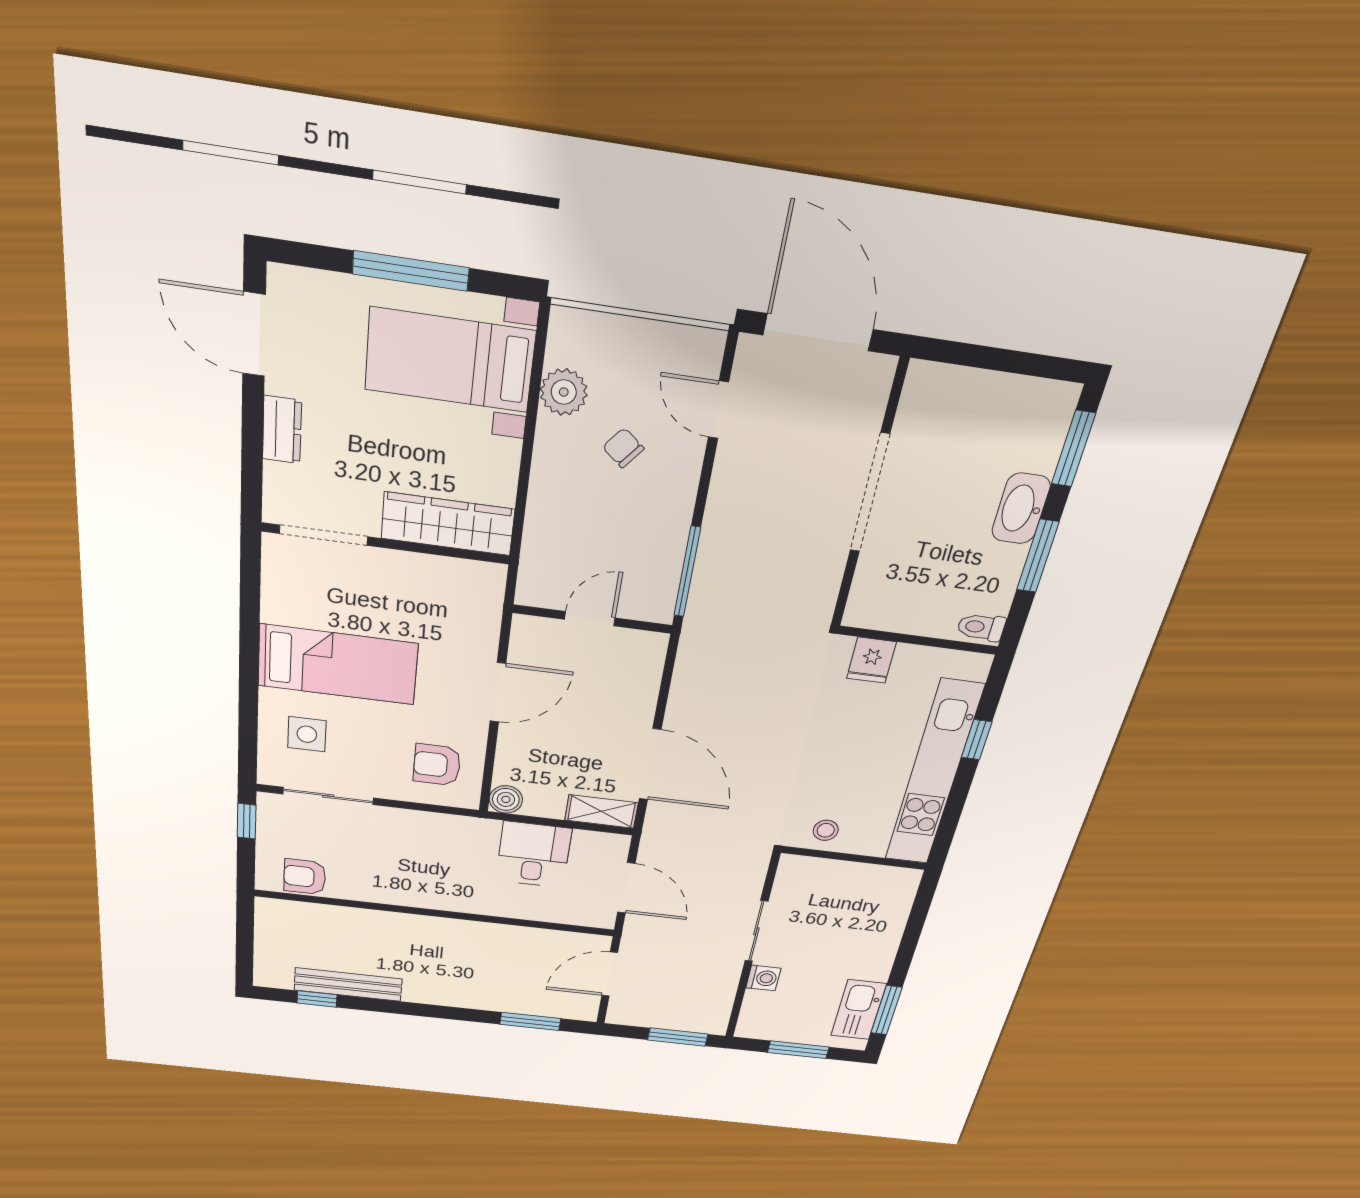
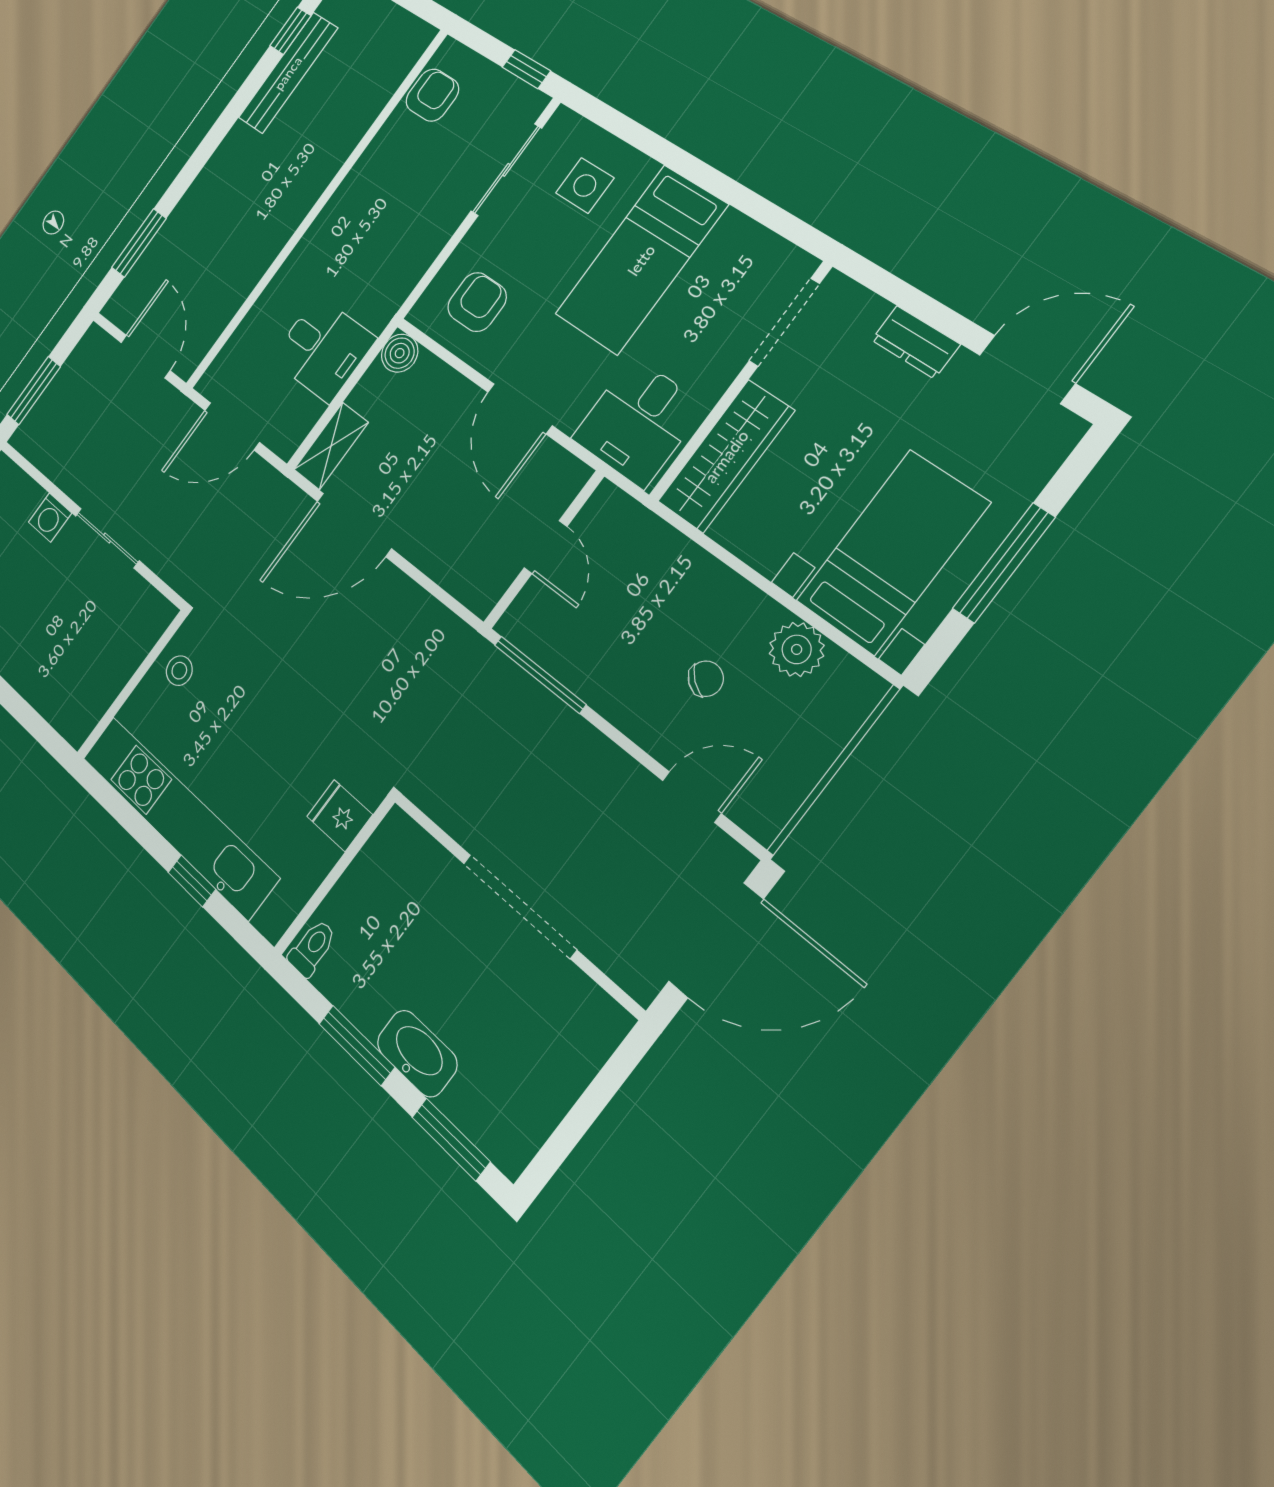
desk: (459, 602) -> (638, 422), added

